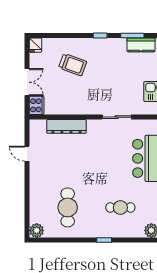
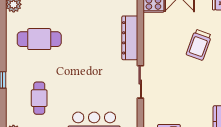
sliding door: (117, 117) -> (140, 82), moved

